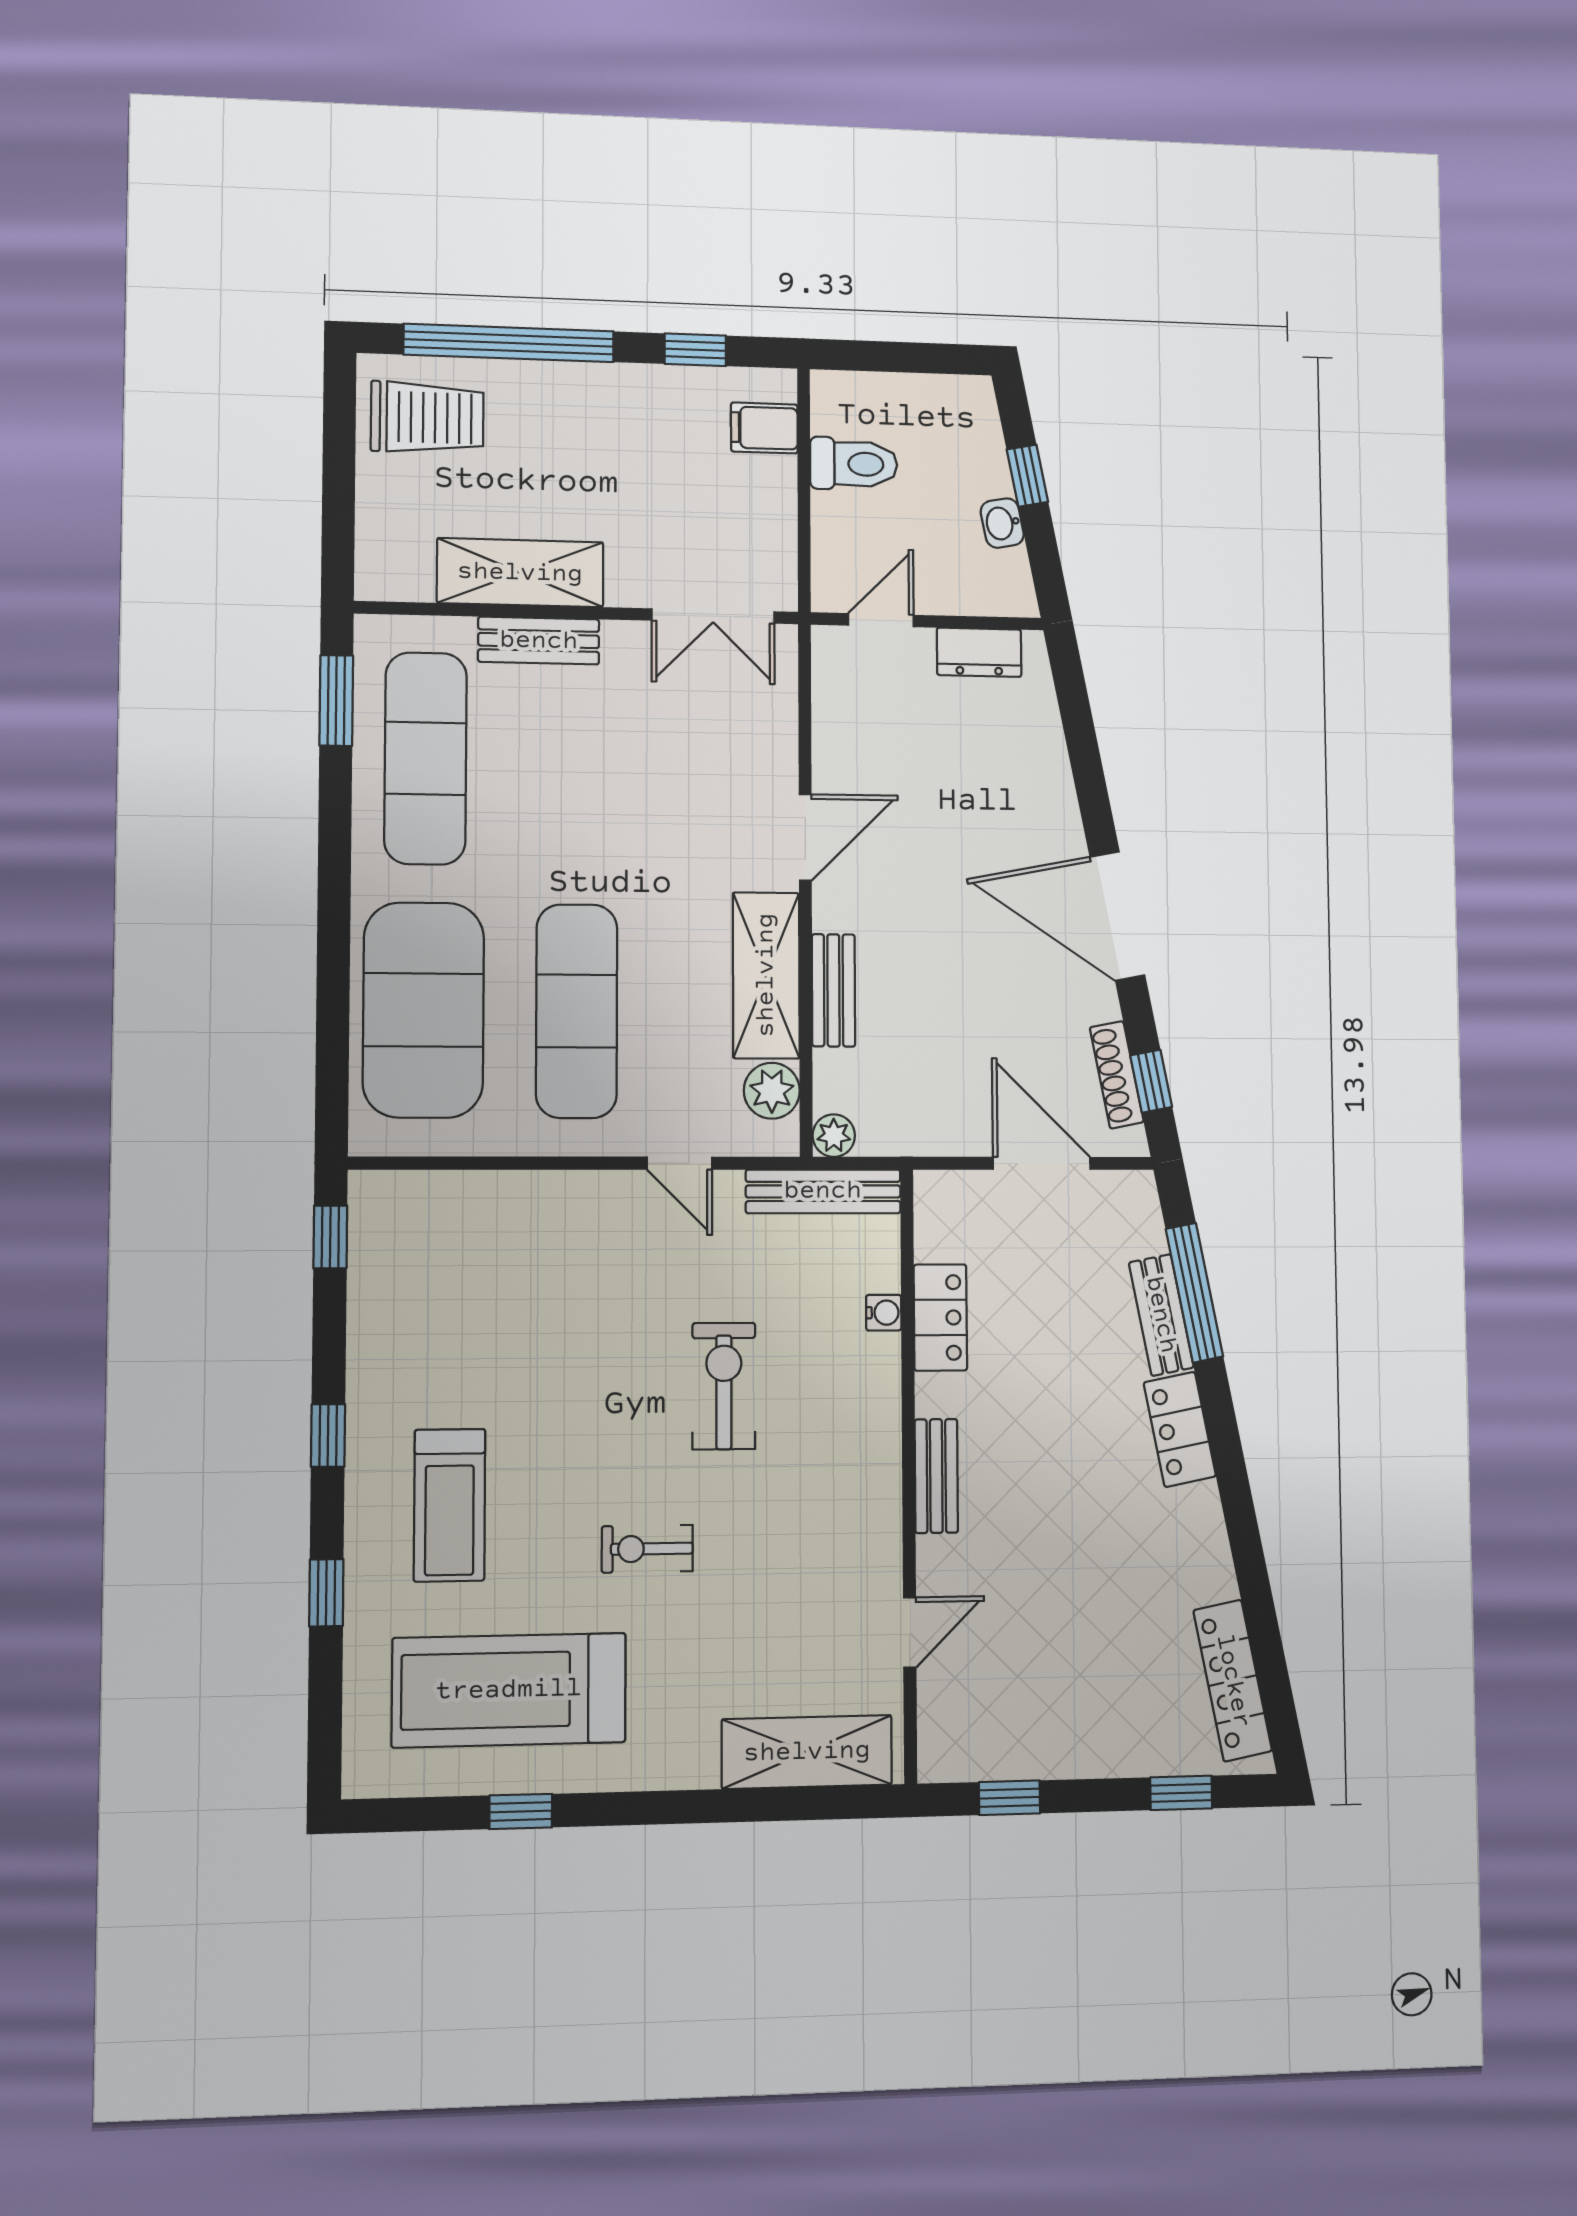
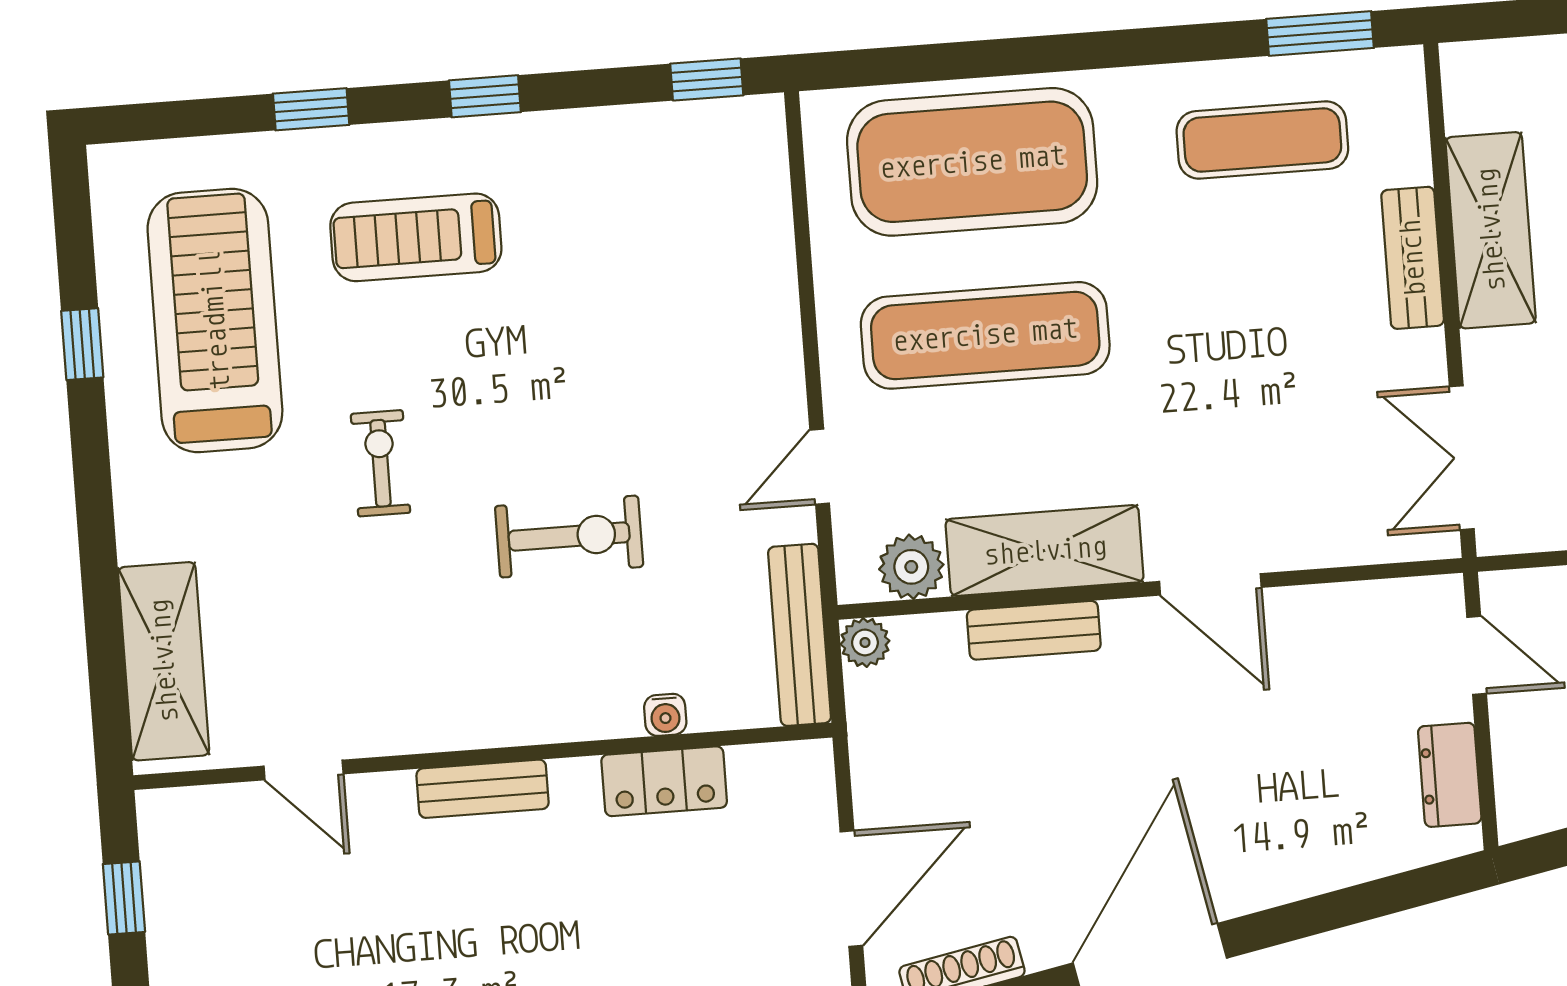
exercise mat: (426, 758) -> (1262, 140), width x0.73, depth x0.69

